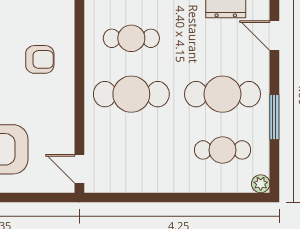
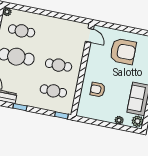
cafe table: (131, 94) -> (59, 65), width x0.73, depth x0.74

